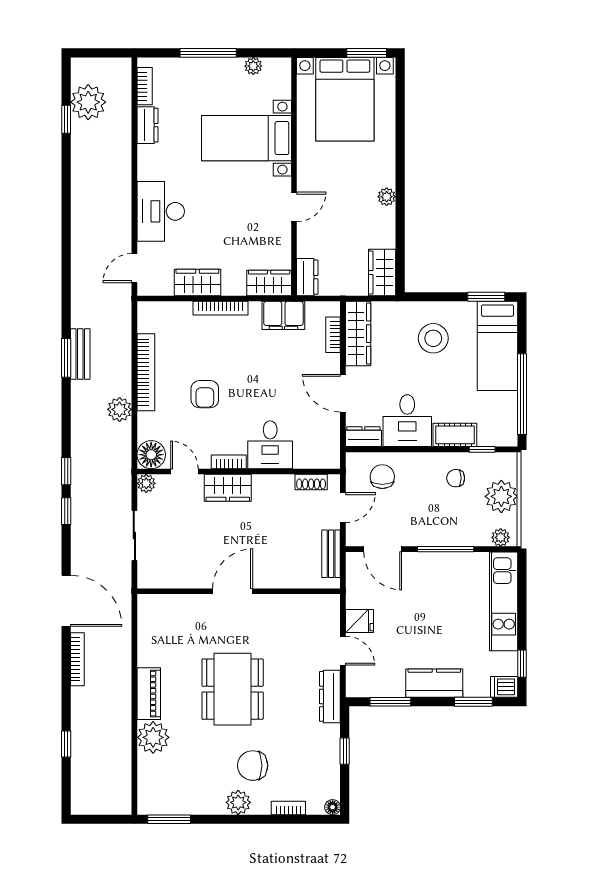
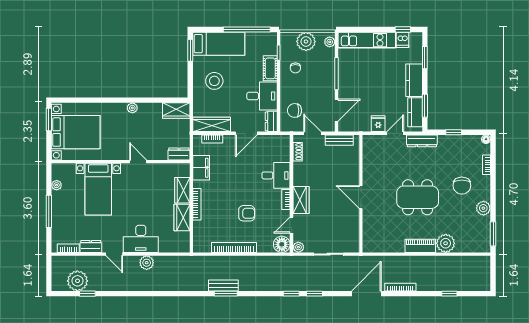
door: (134, 268) -> (114, 254), moved
wardrobe: (269, 283) -> (182, 190), moved
plant: (120, 409) -> (147, 263), moved
kitchen counter: (379, 685) -> (415, 112), added
dishwasher: (504, 687) -> (403, 40), moved
plant: (238, 802) -> (483, 208), moved

